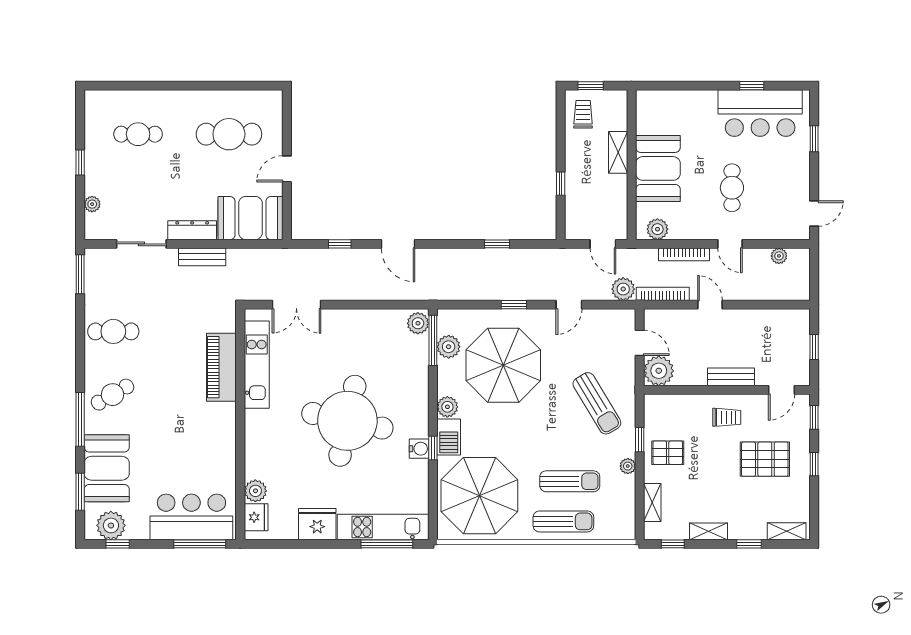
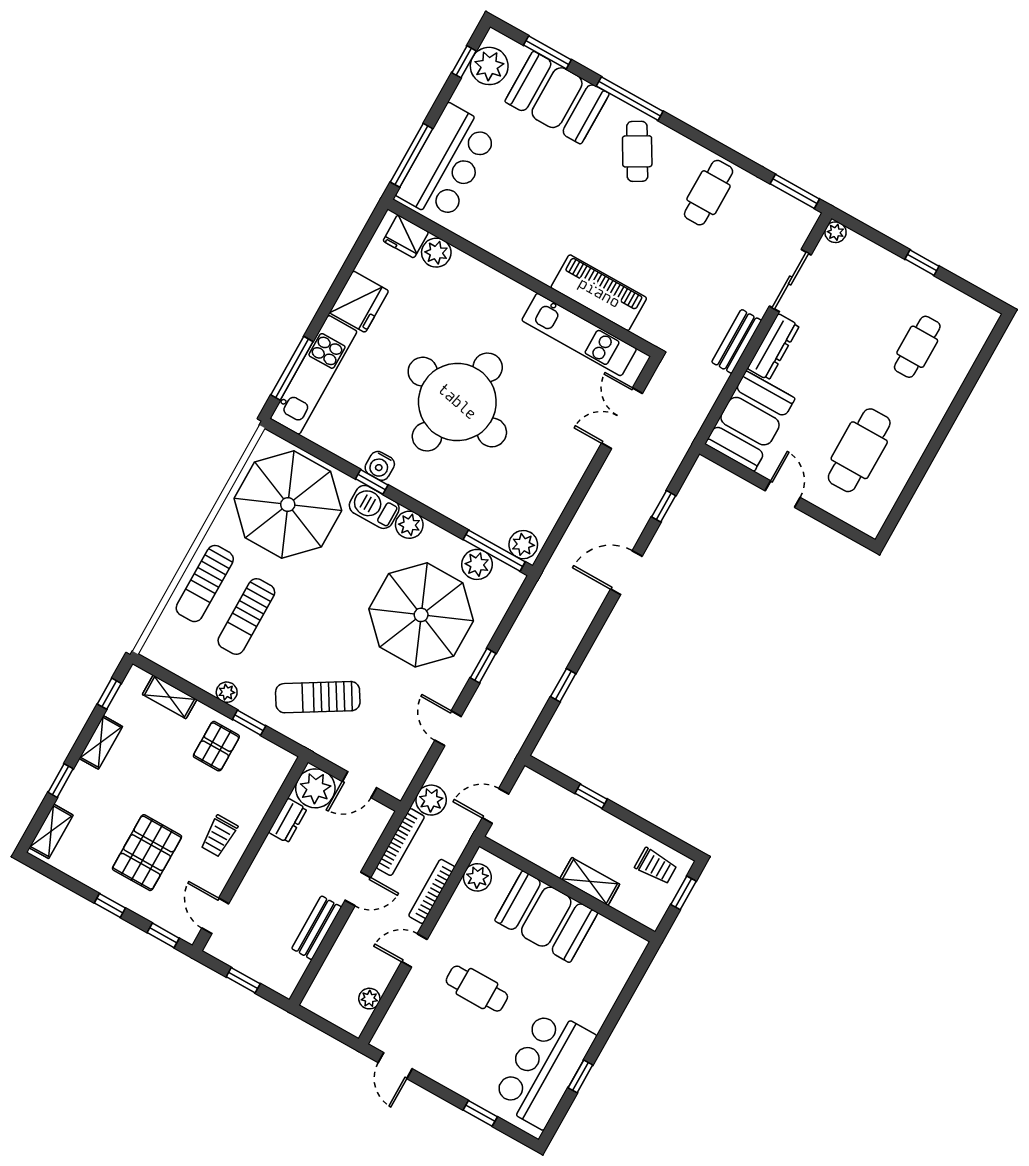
plant: (92, 204) -> (836, 232), moved
dresser: (691, 377) -> (288, 821), added
bench: (731, 377) -> (317, 928), moved

